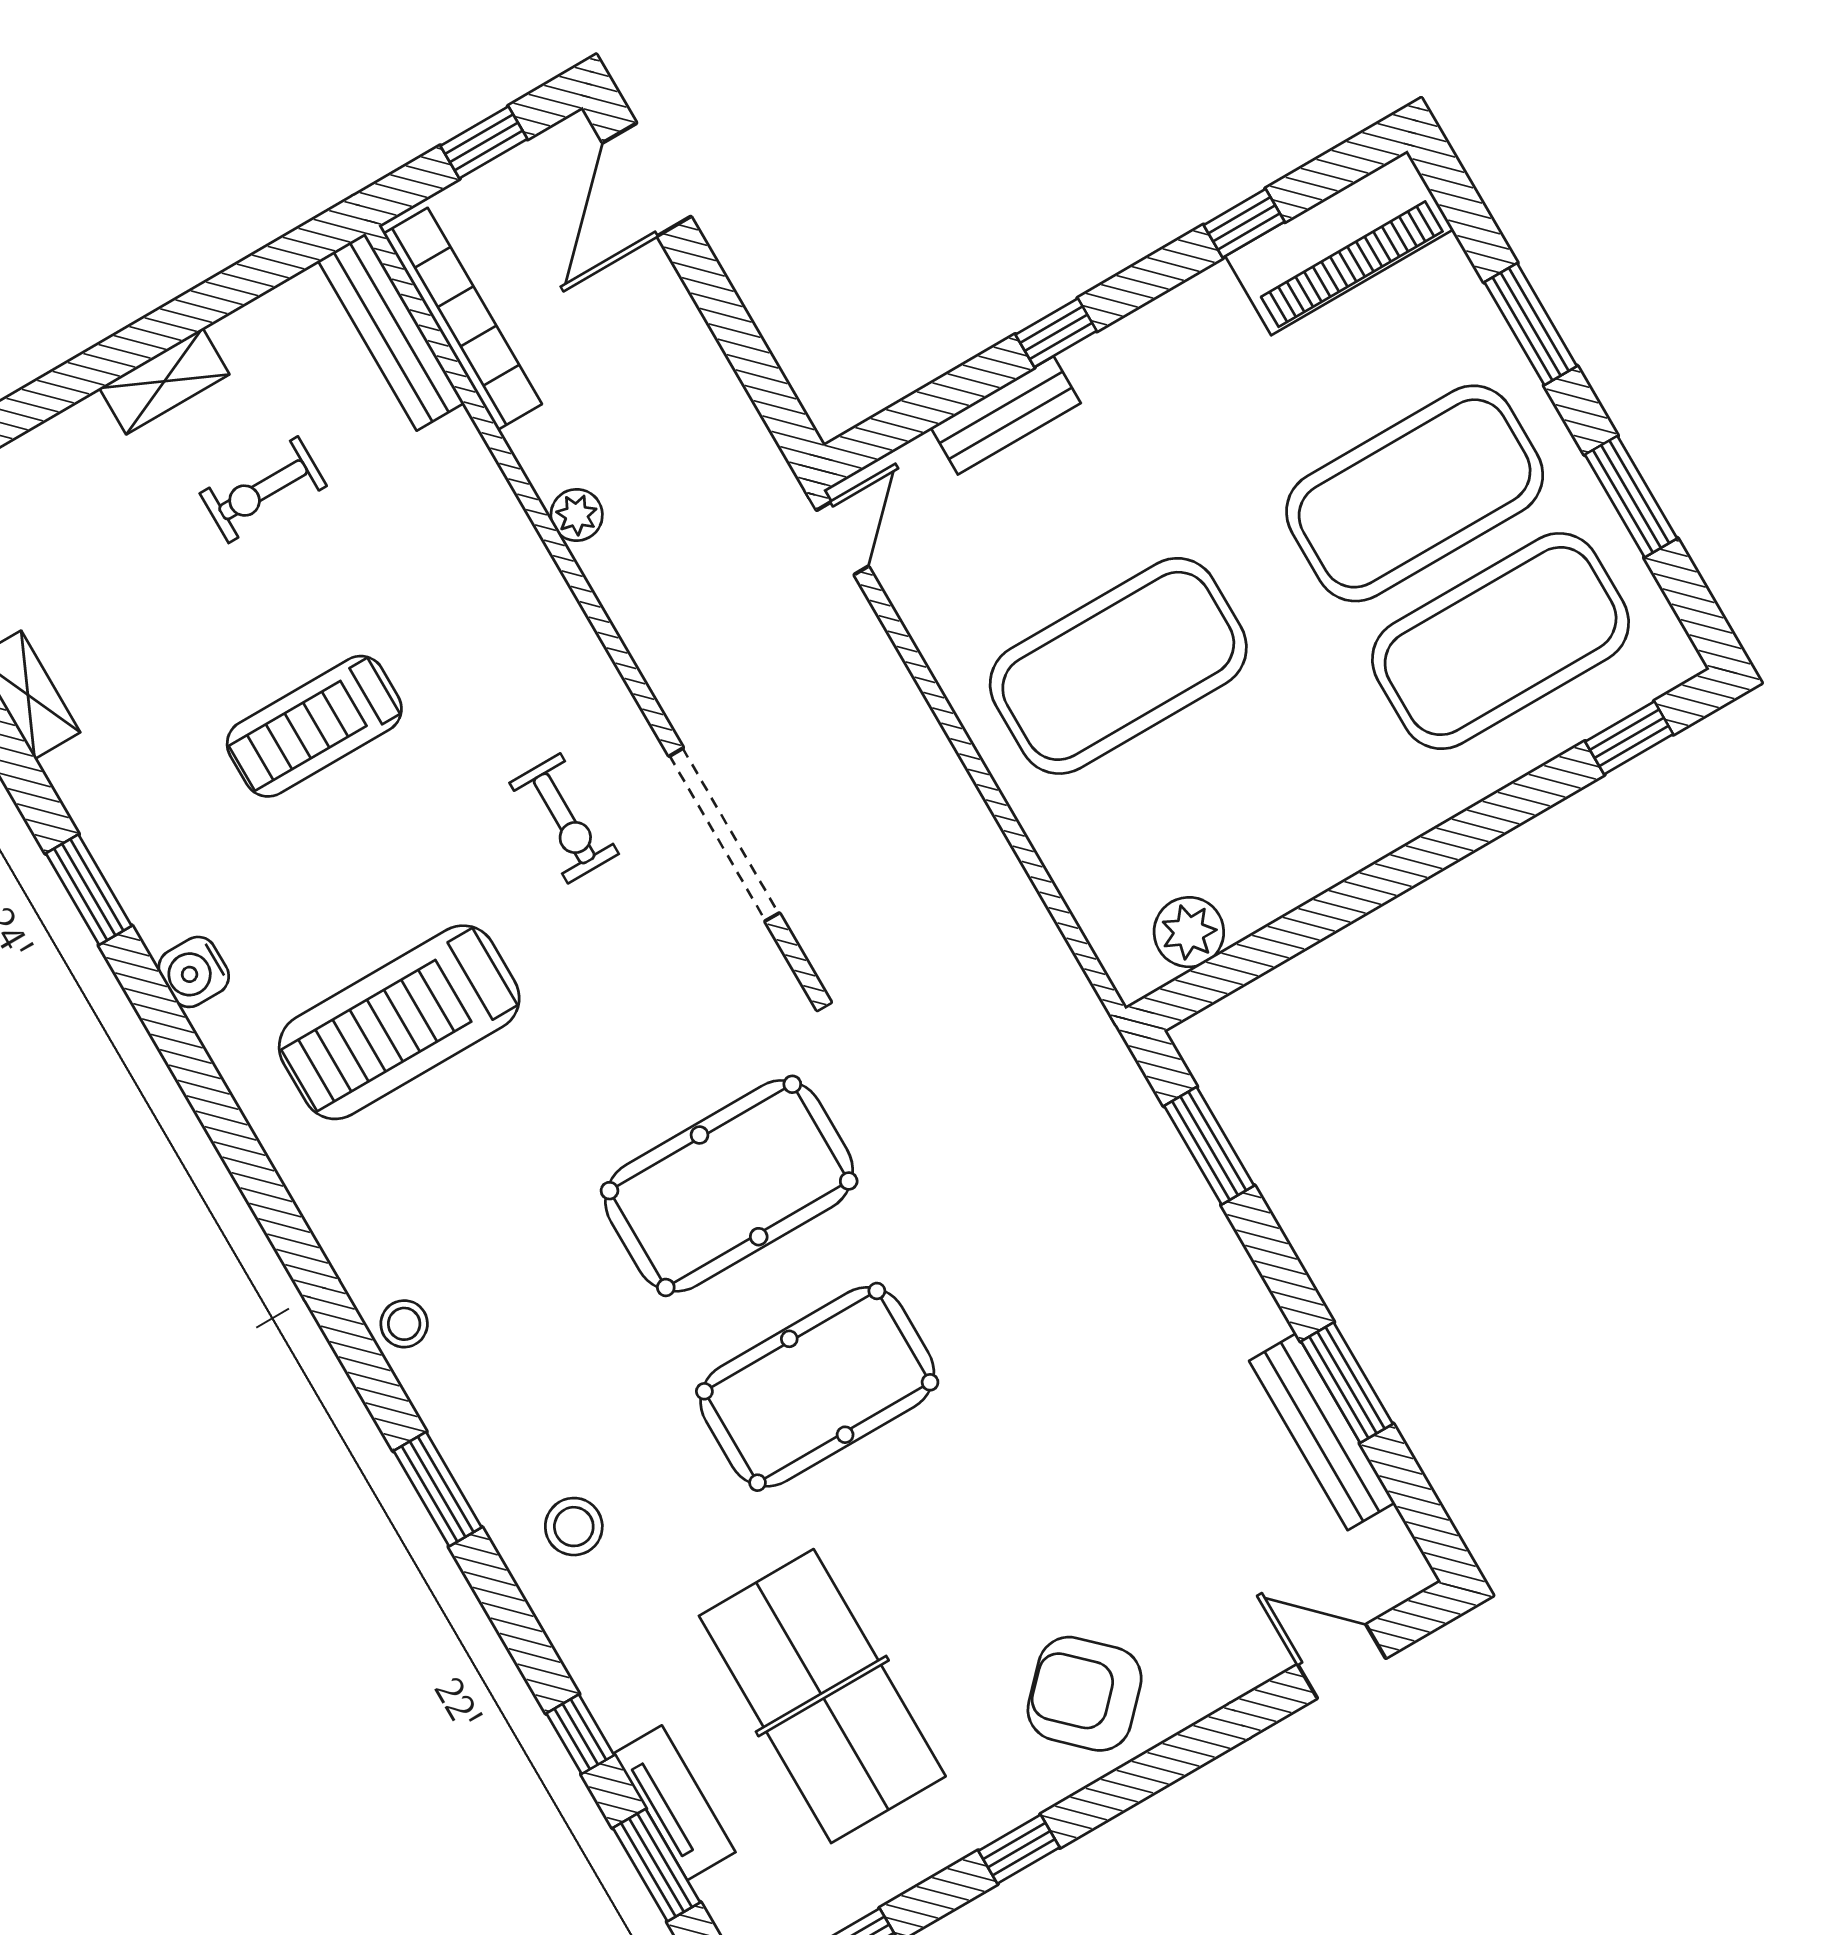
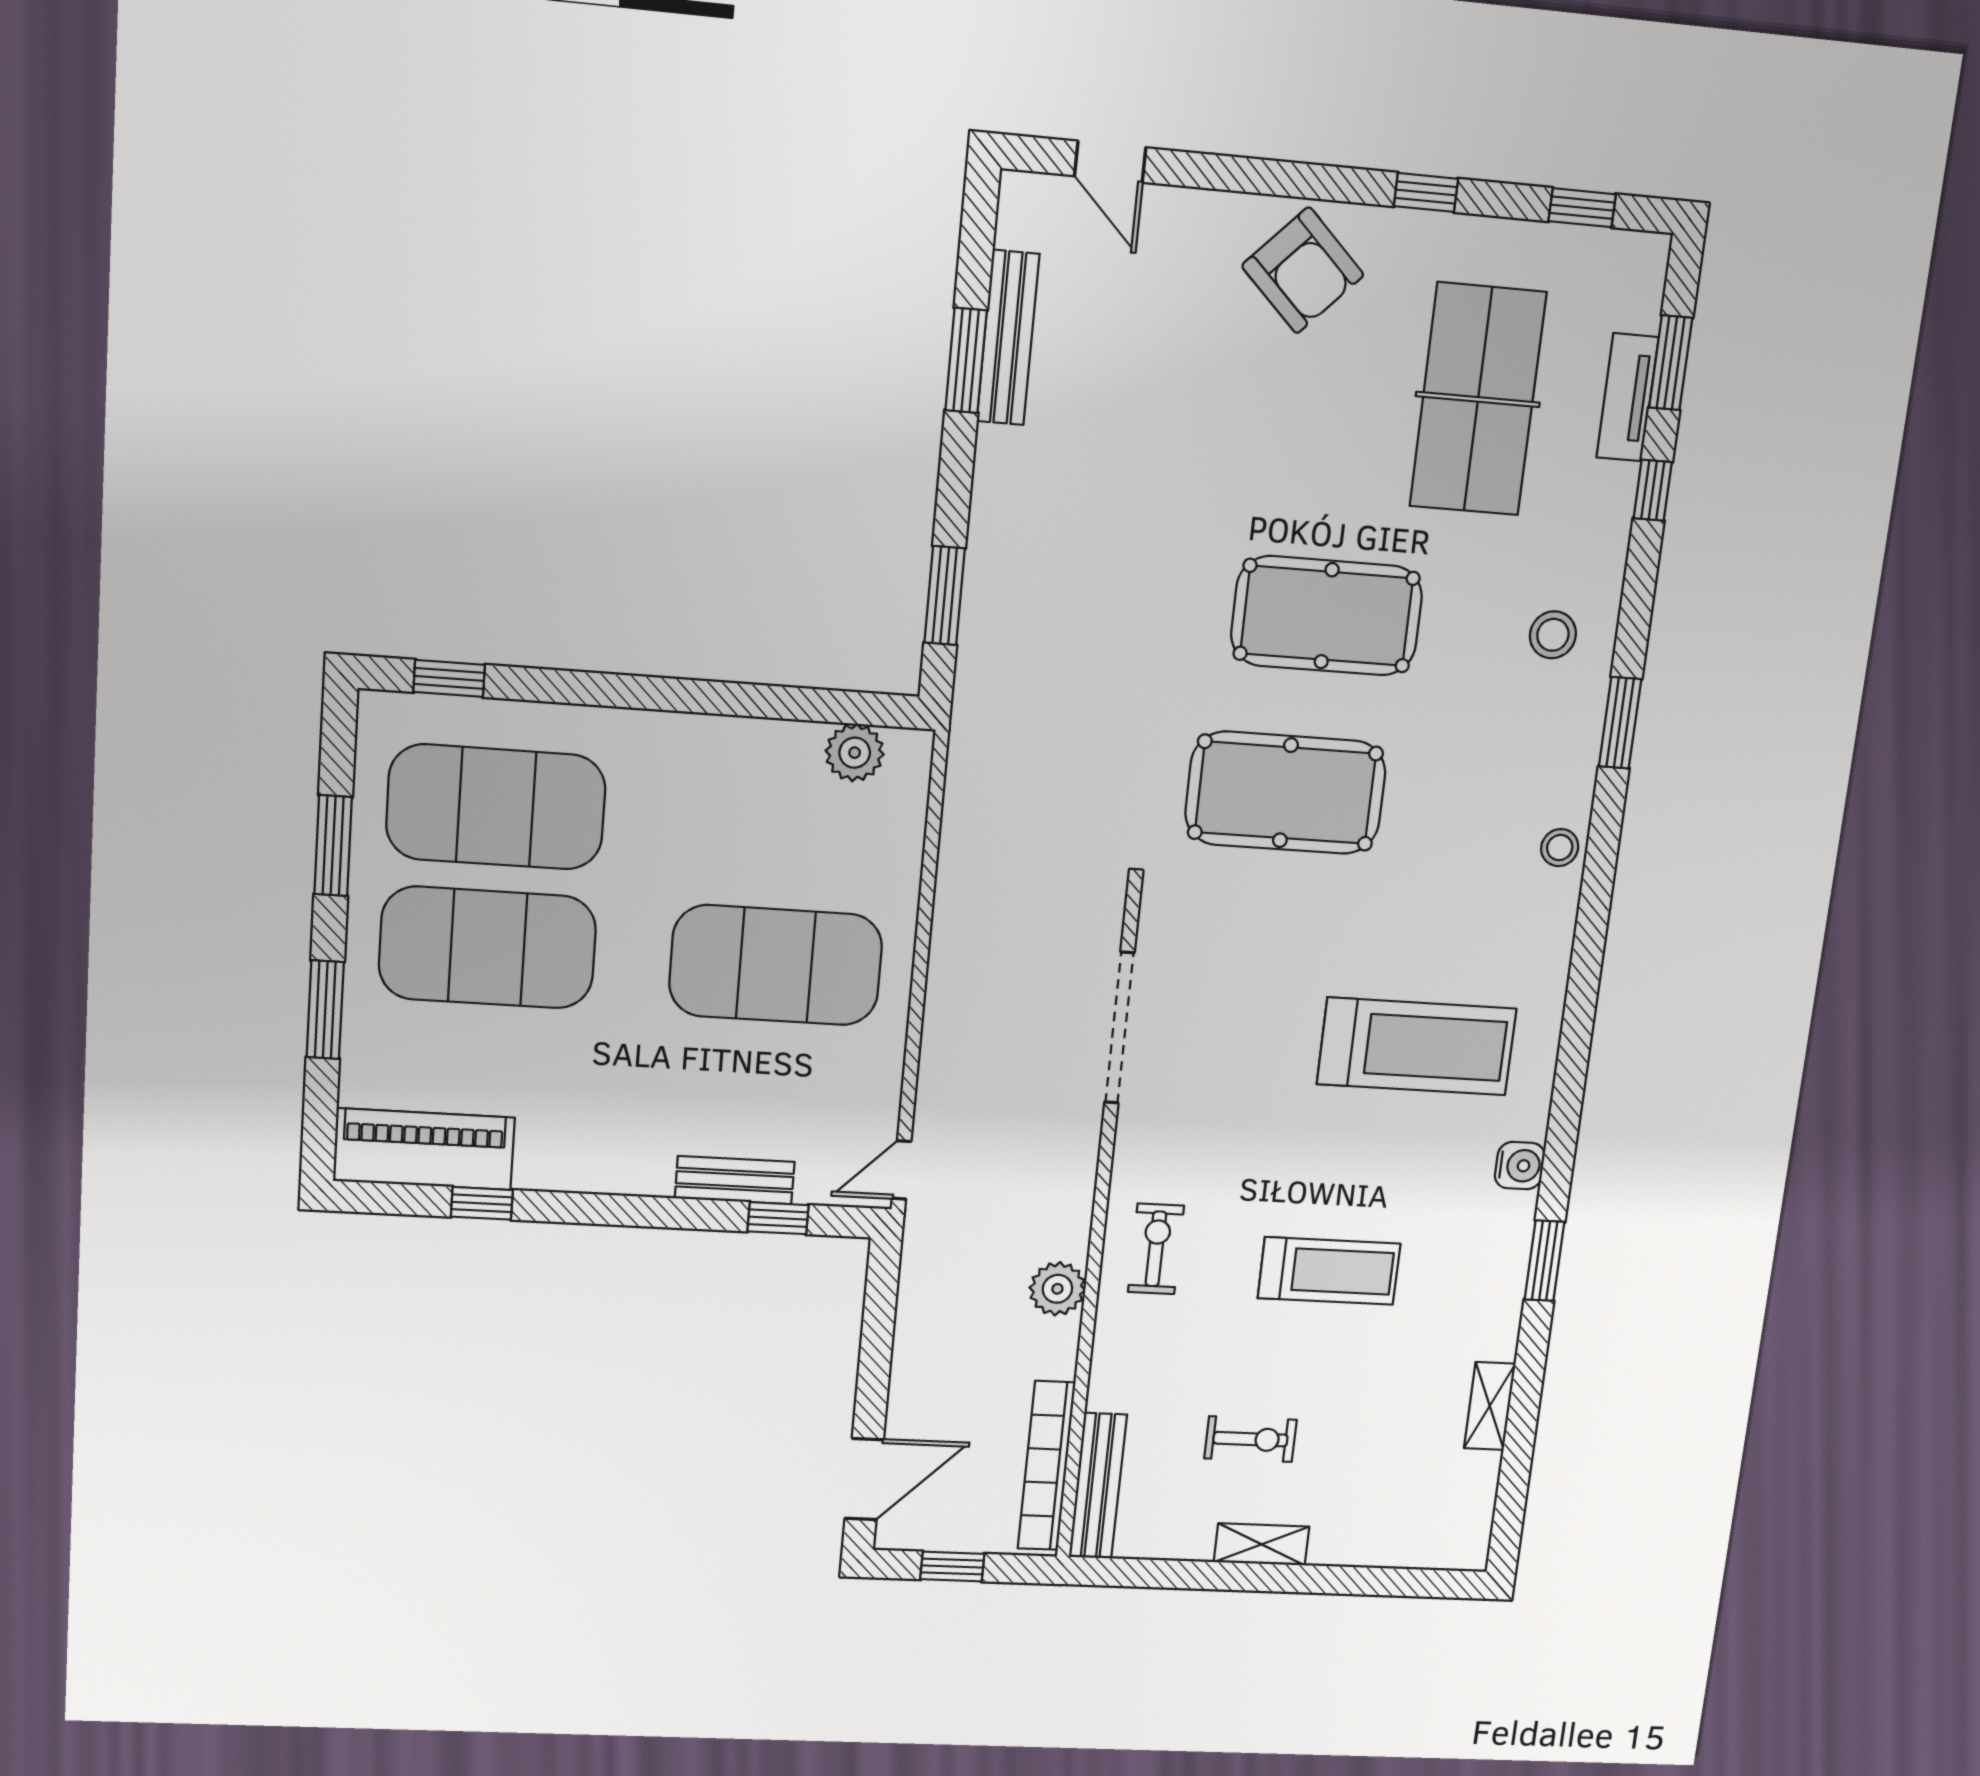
window: (1056, 333) -> (778, 1218), moved
plant: (577, 515) -> (1057, 1289), width x1.38, depth x1.38
exercise bike: (564, 818) -> (1156, 1249), moved

